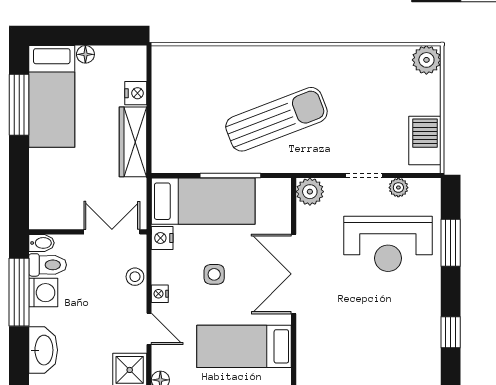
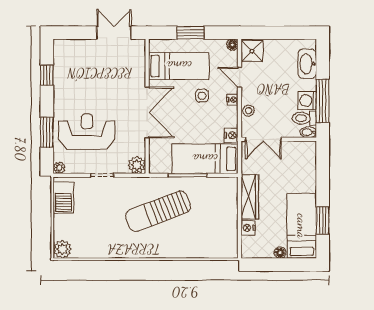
window: (19, 105) -> (323, 221), width x0.69
plant: (398, 188) -> (59, 168), moved
side table: (214, 274) -> (202, 96), moved

